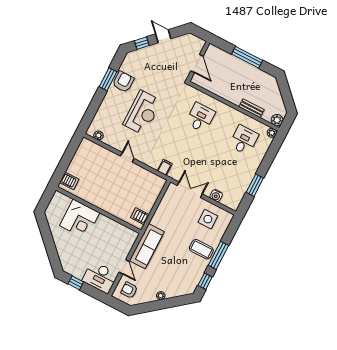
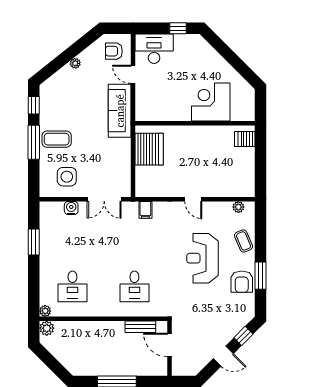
bench: (252, 108) -> (140, 327), moved
coffee table: (107, 110) -> (244, 241), added
server rack: (140, 216) -> (149, 149), width x2.18, depth x1.44
armchair: (129, 290) -> (114, 51), turned 180

